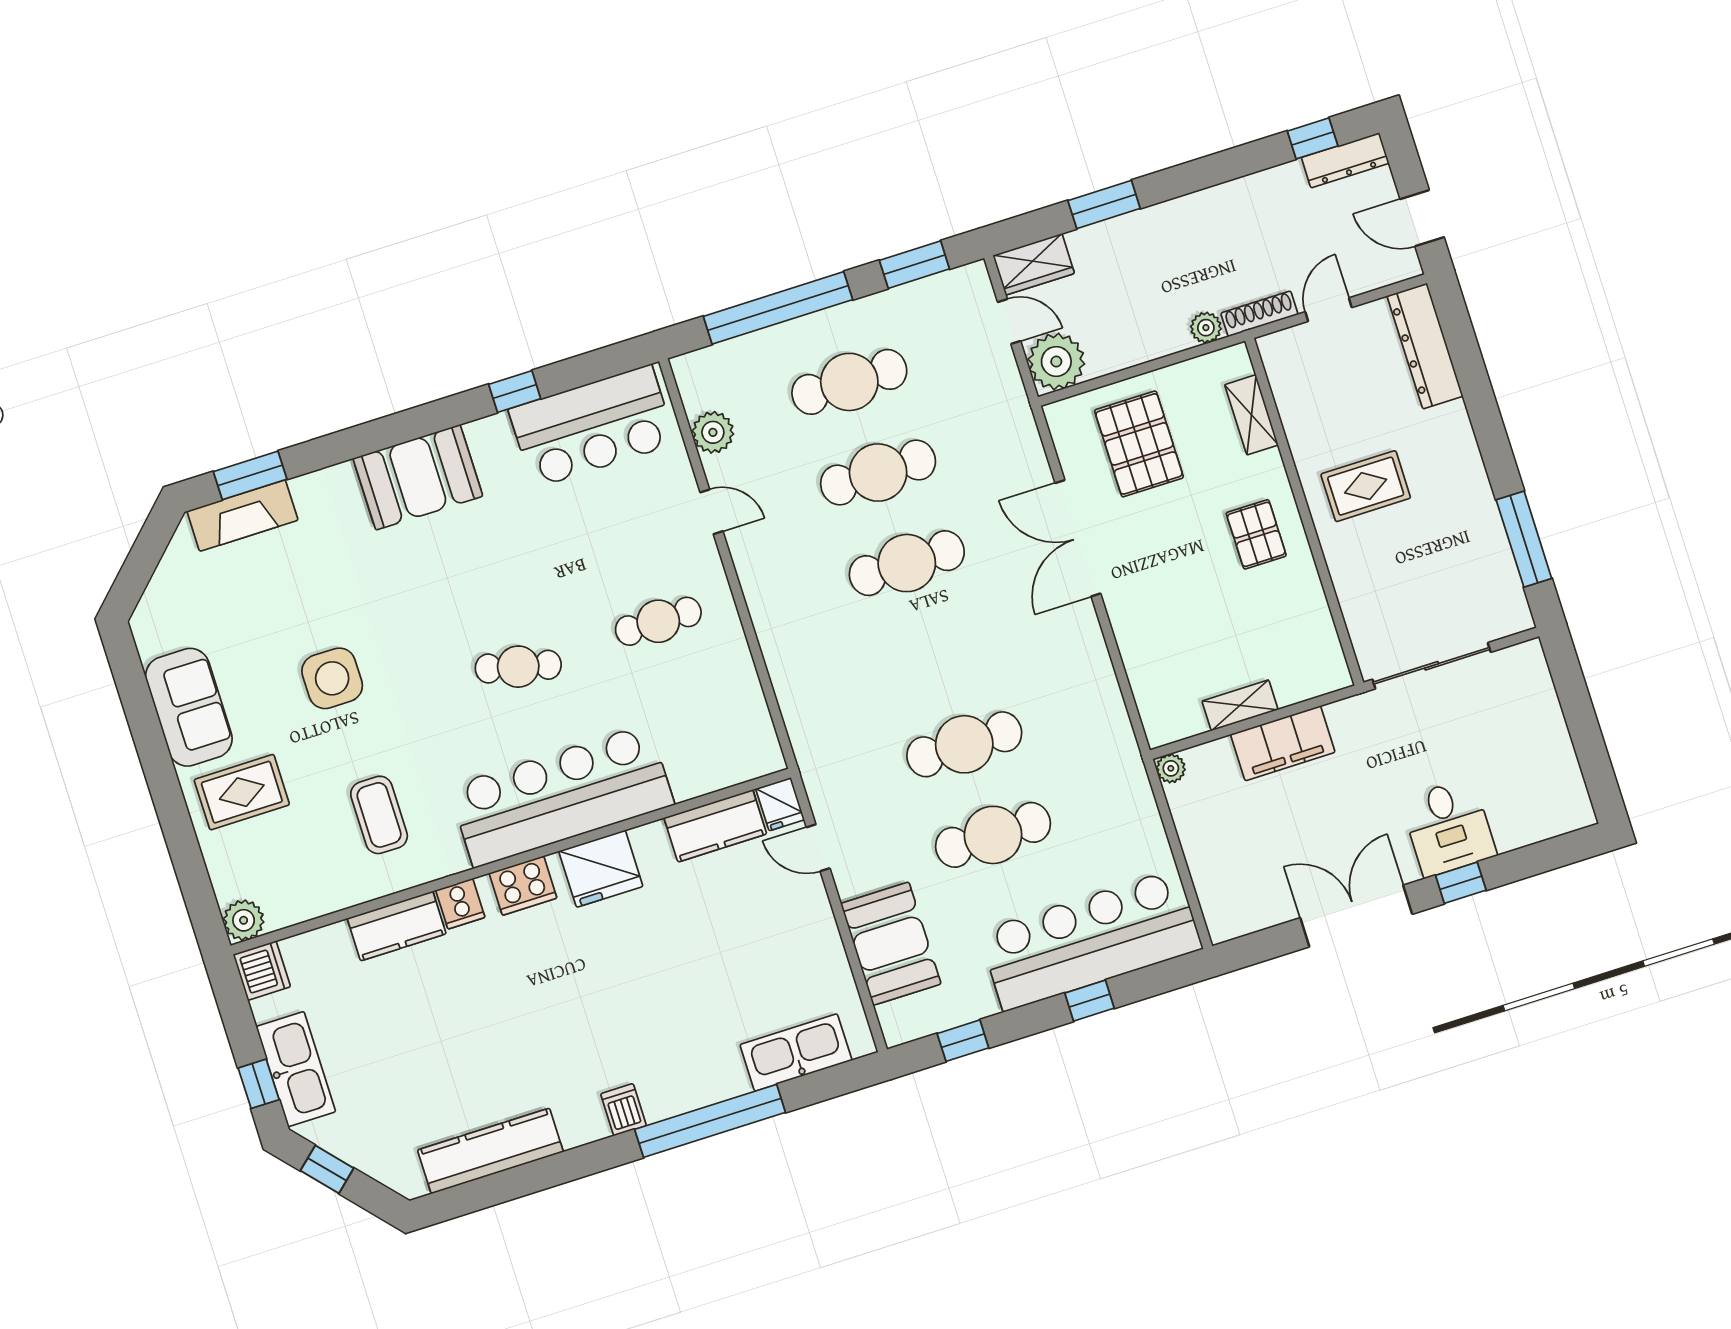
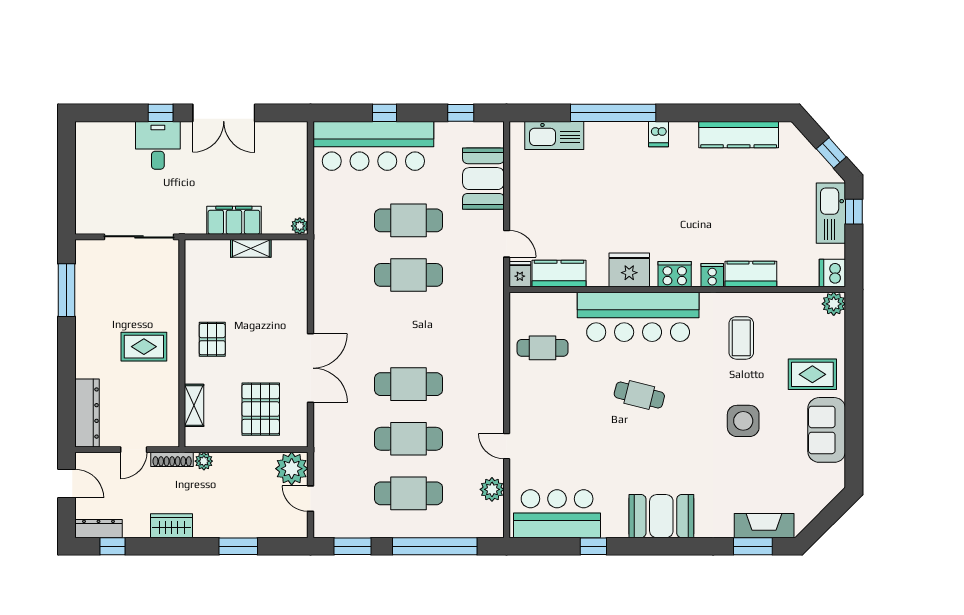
wardrobe: (1034, 264) -> (172, 526), moved
cafe table: (658, 621) -> (543, 348), moved

